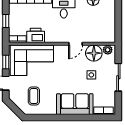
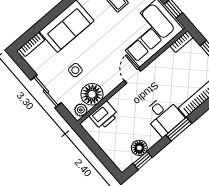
printer: (36, 35) -> (104, 115), moved
door: (76, 44) -> (132, 76), moved

